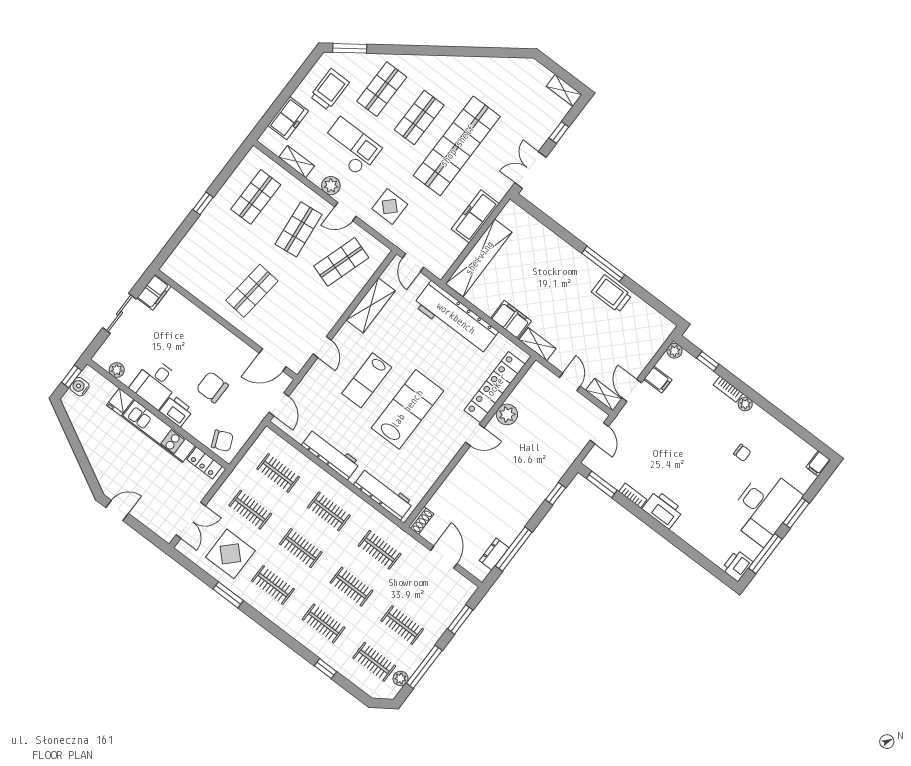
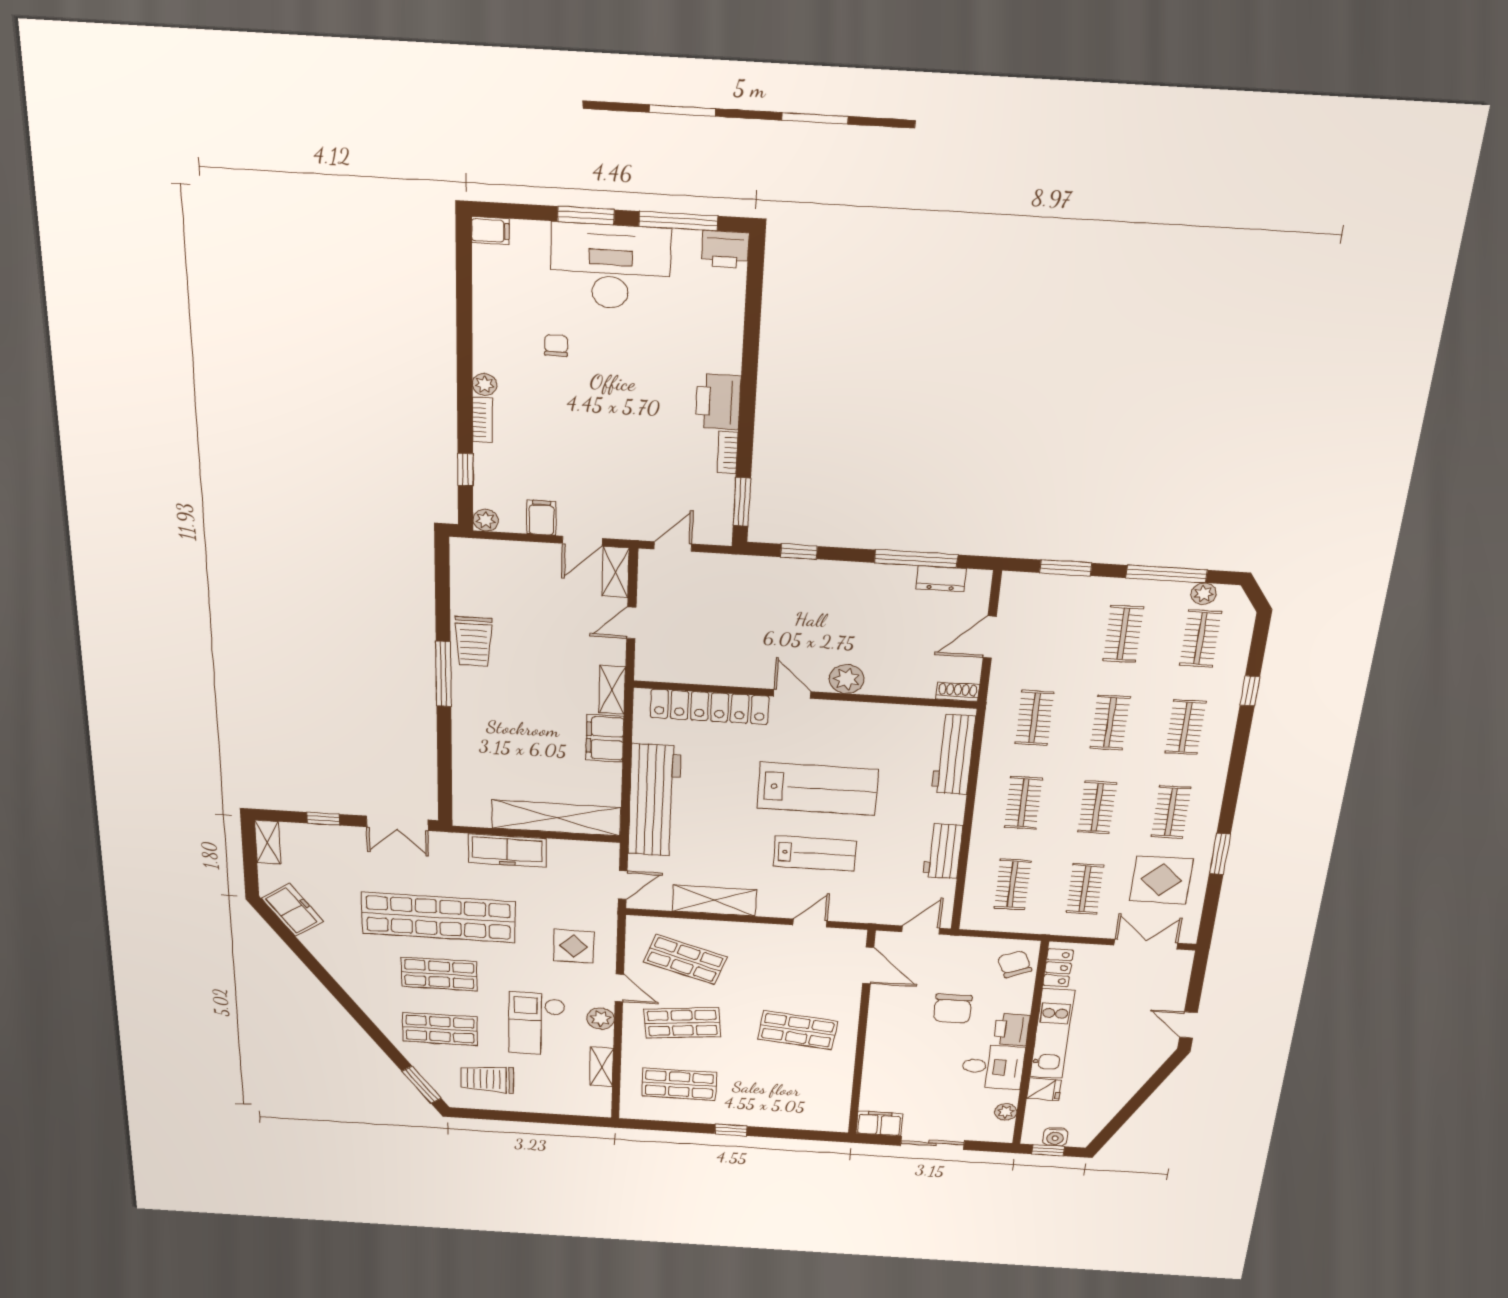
freezer: (288, 118) -> (292, 910), moved, turned 54
lab bench: (407, 409) -> (818, 789), turned 180
plant: (507, 414) -> (847, 679), moved
workbench: (331, 454) -> (943, 851), width x0.73

